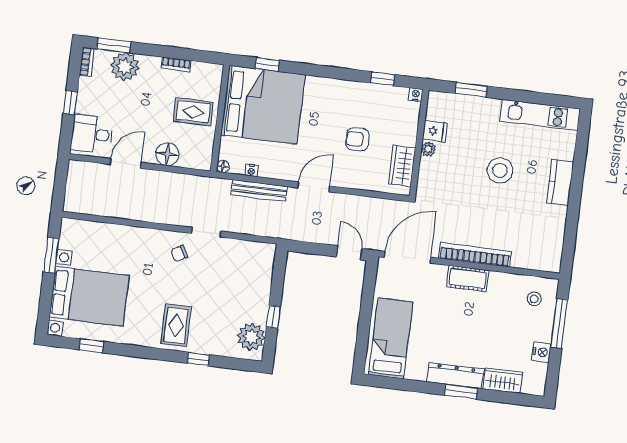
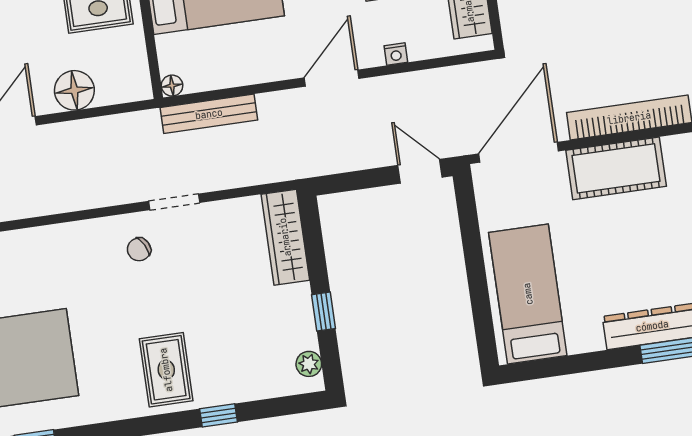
nightstand: (251, 170) -> (396, 54), moved
bench: (259, 191) -> (209, 114), moved
wardrobe: (263, 269) -> (285, 237), added
cot: (468, 279) -> (616, 168), width x1.37, depth x1.34
plant: (251, 337) -> (309, 364), width x0.53, depth x0.53

